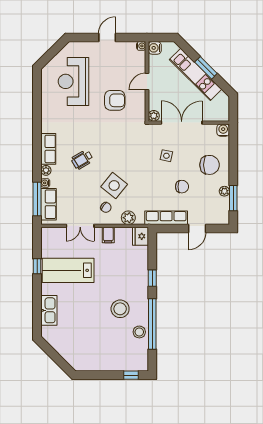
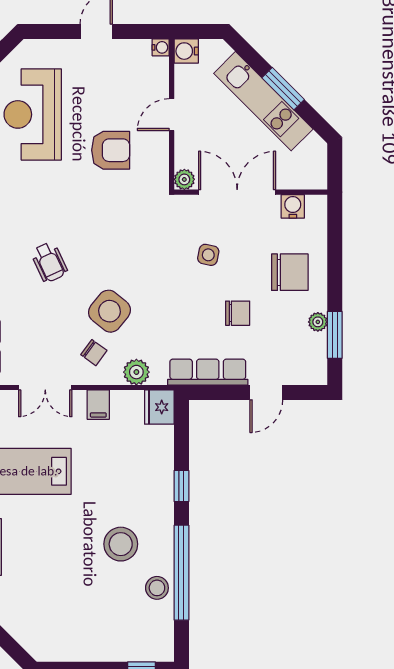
water cooler: (223, 130) -> (293, 206), moved
wheelchair: (82, 160) -> (49, 262), turned -84

